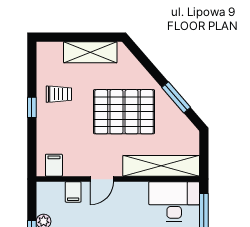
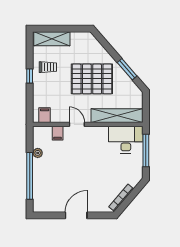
shelving: (90, 52) -> (52, 39), moved
door: (102, 179) -> (77, 124), swing flipped

